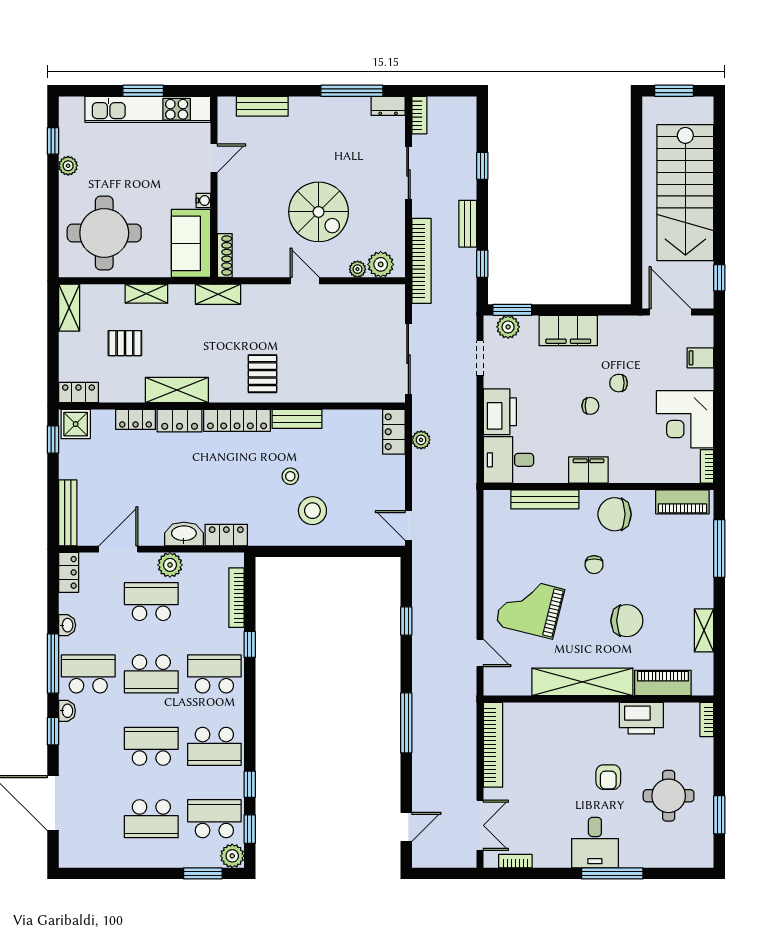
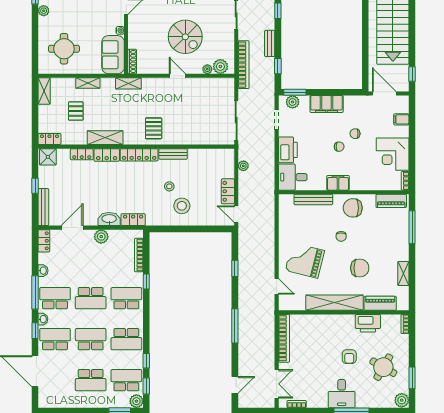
round table: (104, 233) -> (64, 49), width x0.73, depth x0.73
pallet: (125, 343) -> (76, 111), turned 90
locker: (394, 432) -> (228, 191), moved
window: (53, 439) -> (35, 186), moved
school desk: (151, 602) -> (55, 339), moved
round table: (669, 796) -> (383, 367), turned 30
plant: (701, 854) -> (402, 400), added

